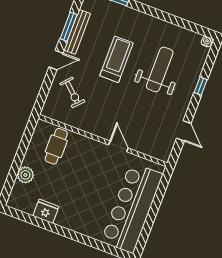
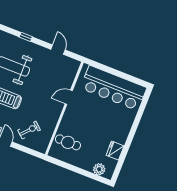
door: (184, 131) -> (58, 50), hinge flipped
plant: (25, 175) -> (99, 169), moved

